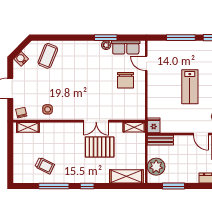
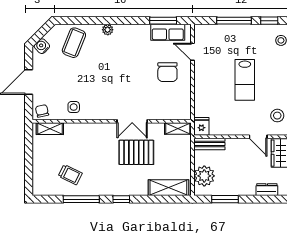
window: (106, 38) -> (163, 21), moved
plant: (106, 45) -> (108, 30), moved

